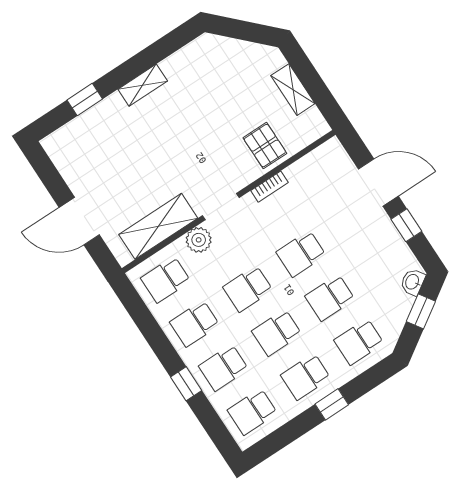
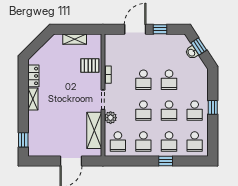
locker: (183, 60) -> (33, 76), added
window: (85, 100) -> (23, 140), moved
washbasin: (413, 282) -> (192, 53), moved
school desk: (359, 342) -> (195, 80), removed

